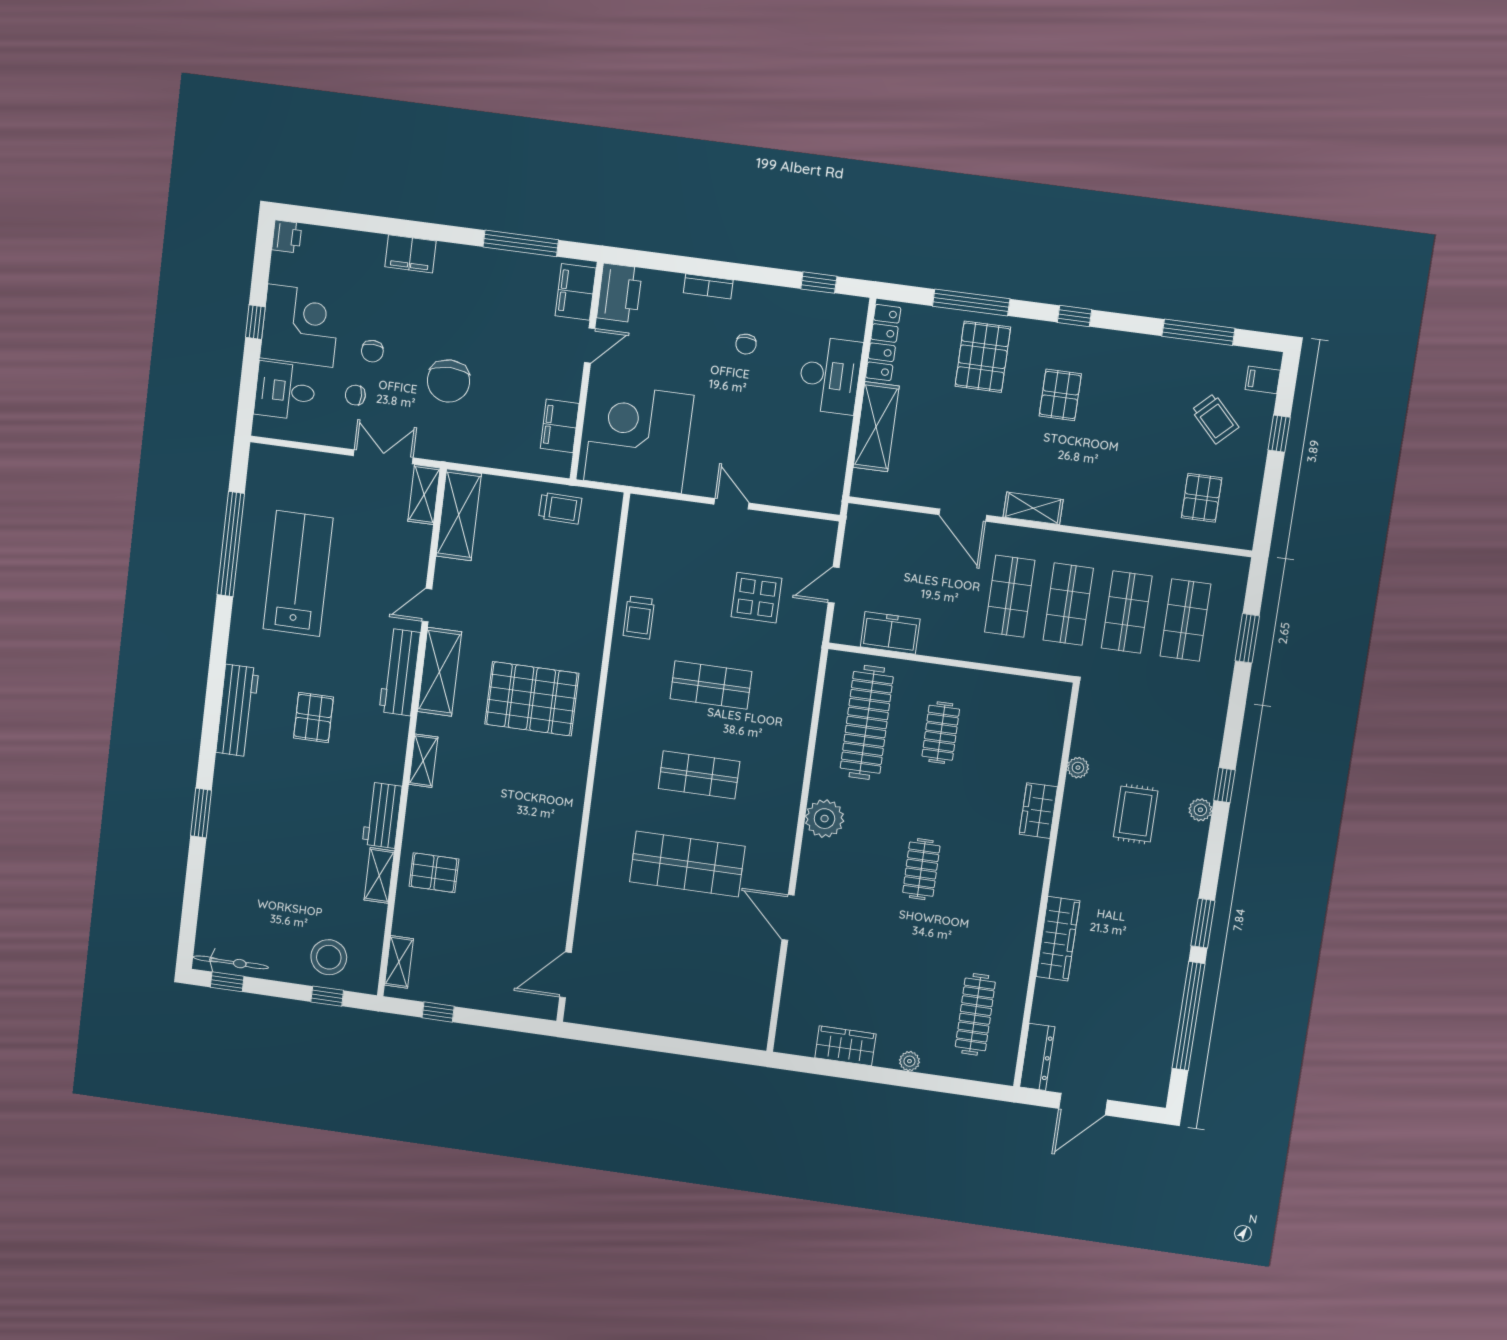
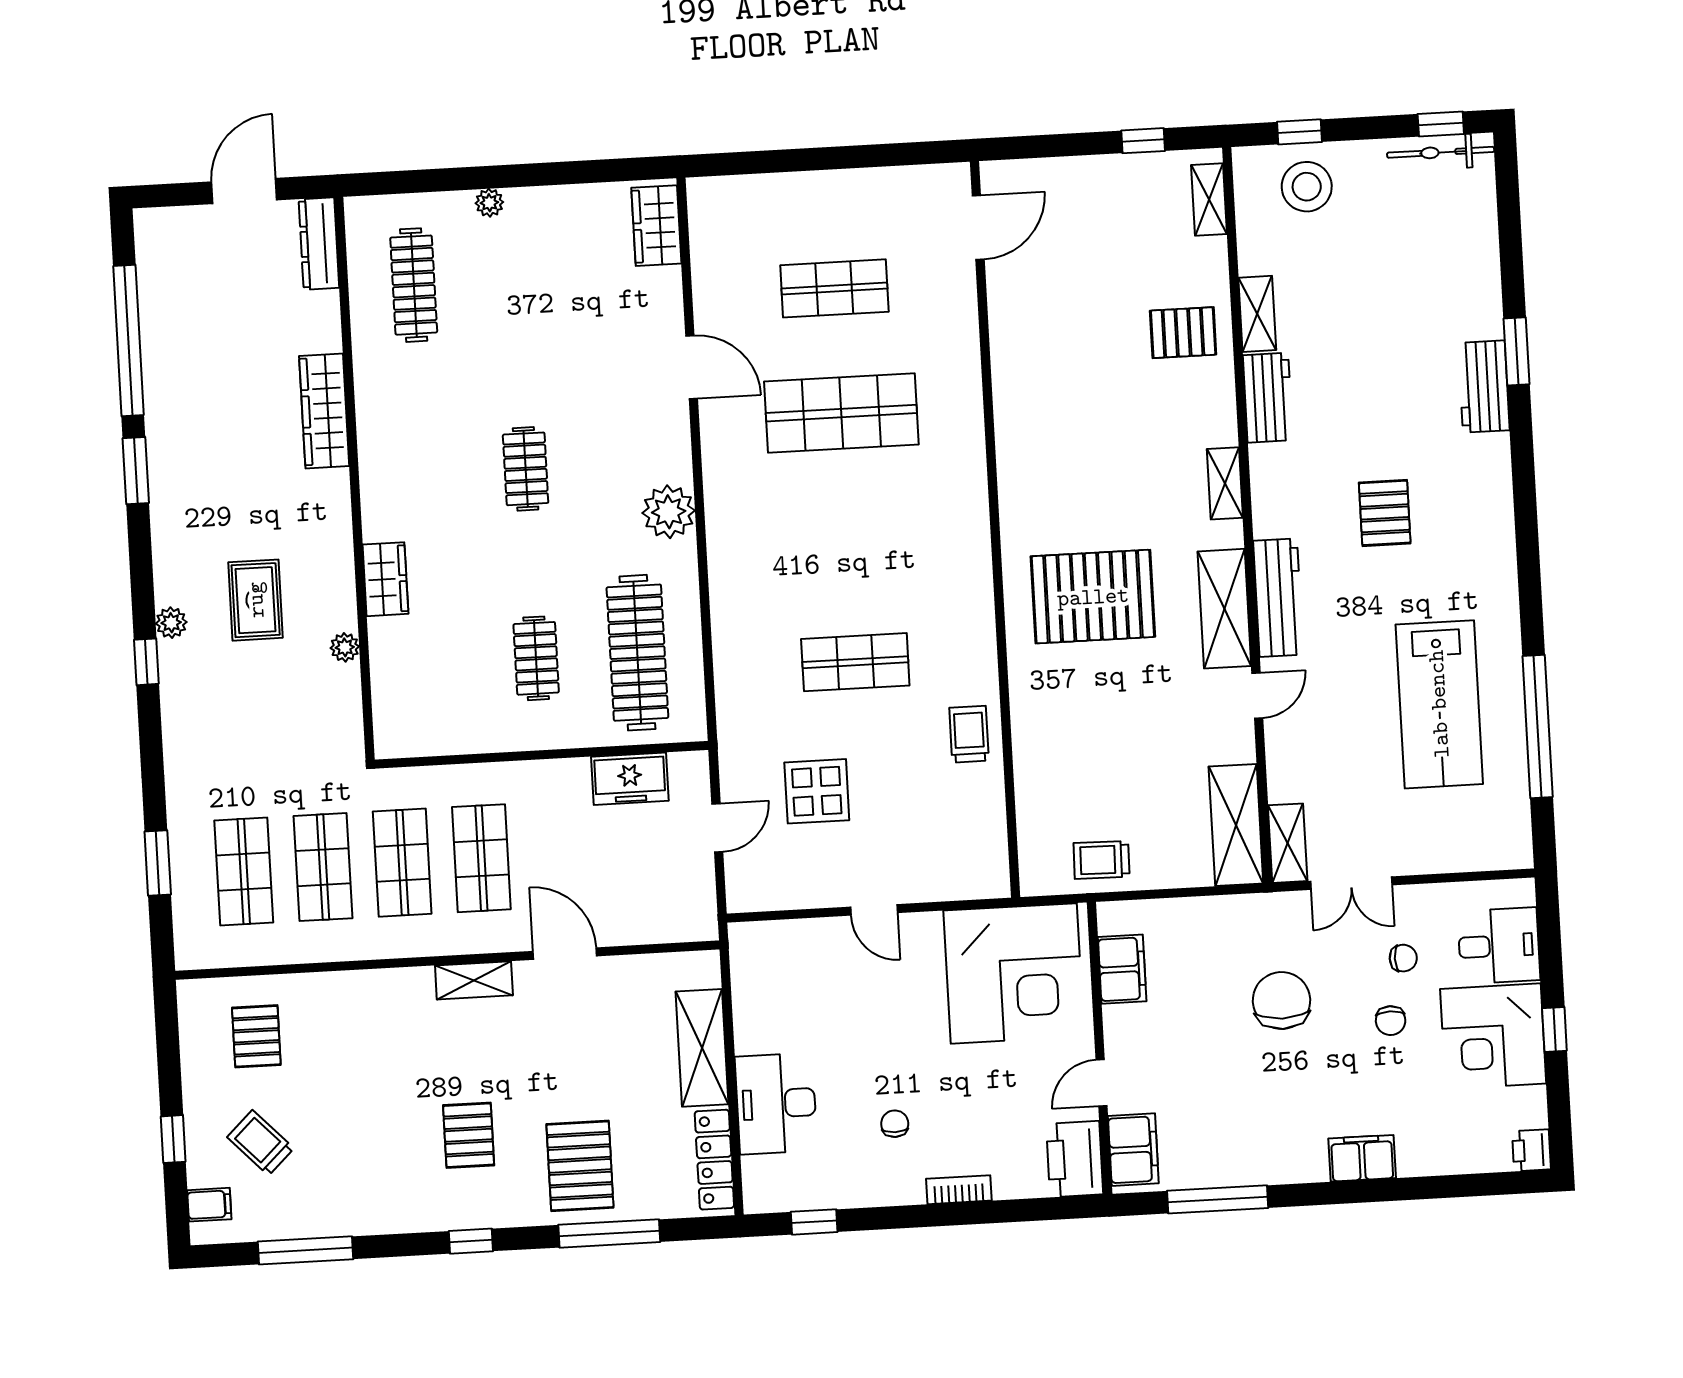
chair: (372, 351) -> (1391, 1021), turned 180
workbench: (237, 711) -> (1484, 387), moved, width x0.73
shop shelf: (699, 775) -> (834, 288), moved
wardrobe: (845, 1046) -> (656, 226), moved, turned 90

